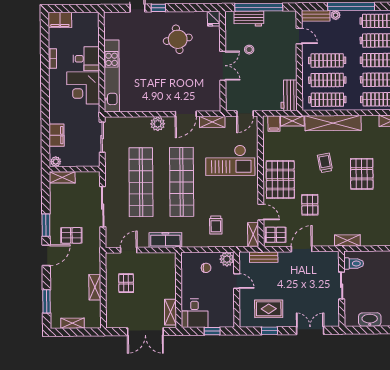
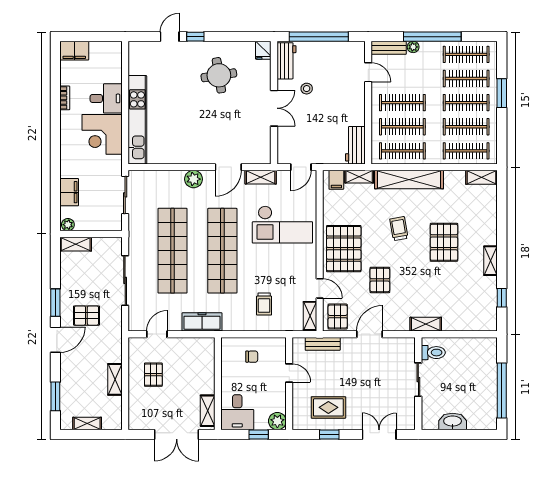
workbench: (249, 19) -> (286, 61), moved, turned -90
pallet: (276, 235) -> (338, 317), turned 90
plant: (227, 259) -> (277, 421), moved

